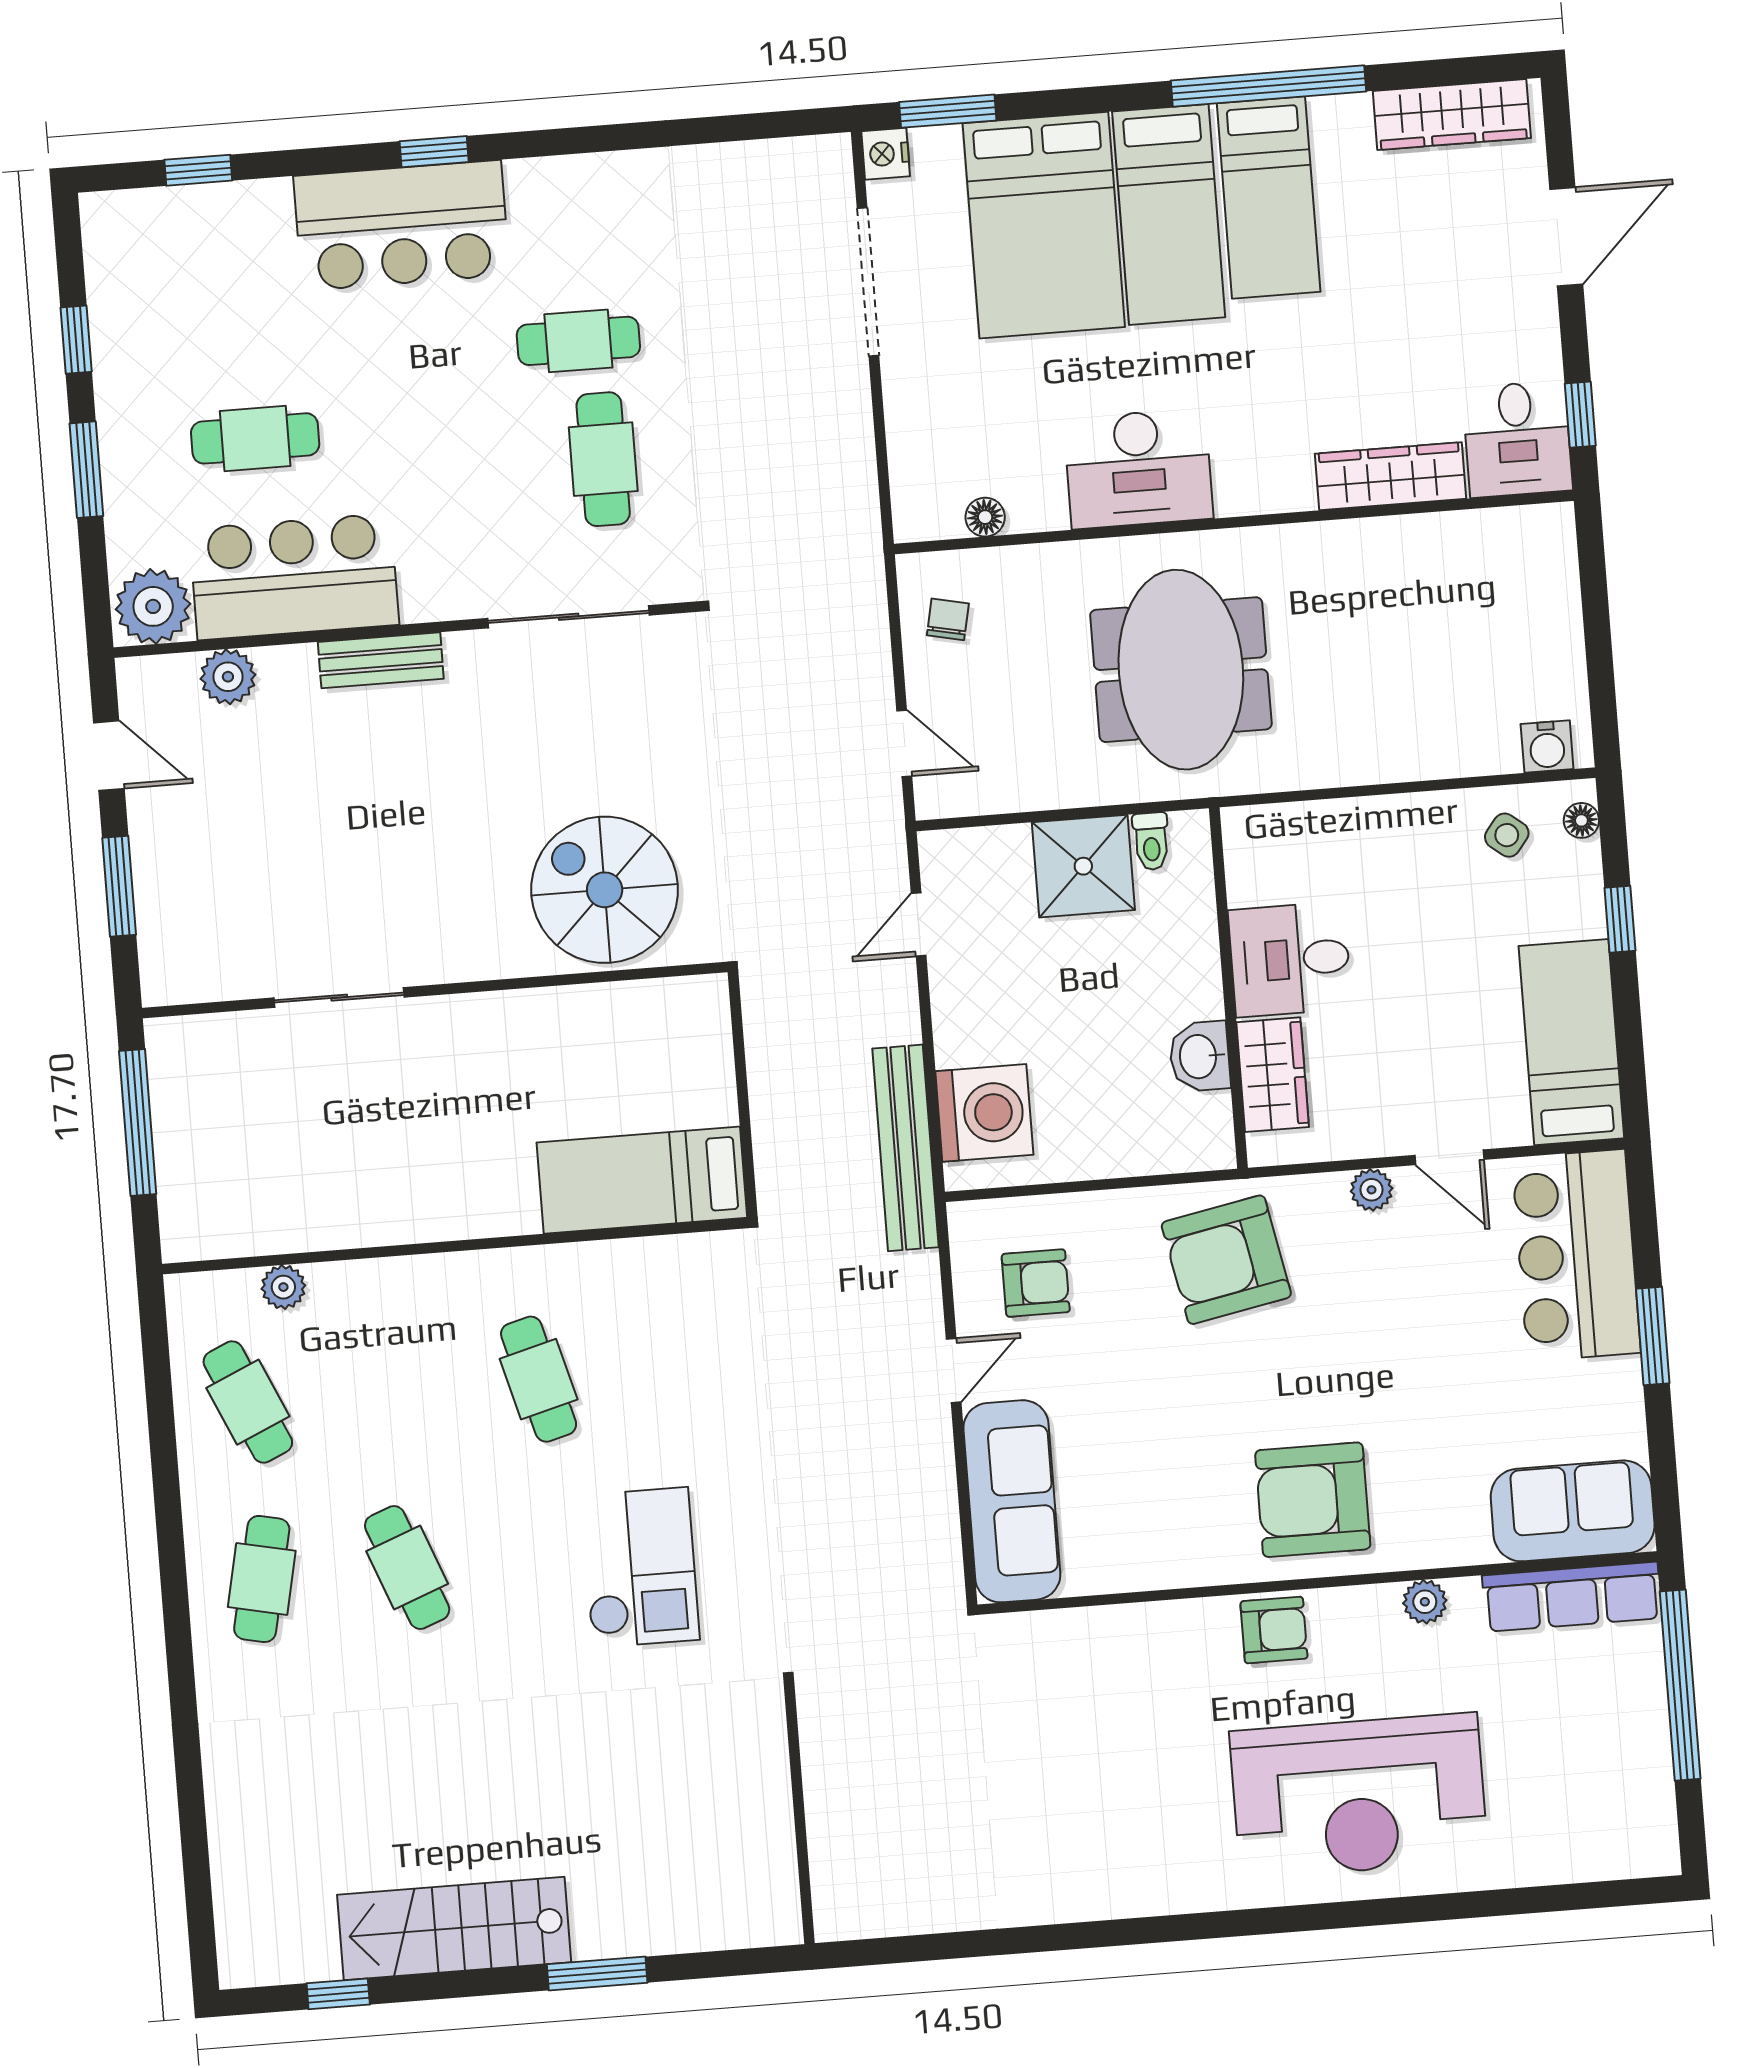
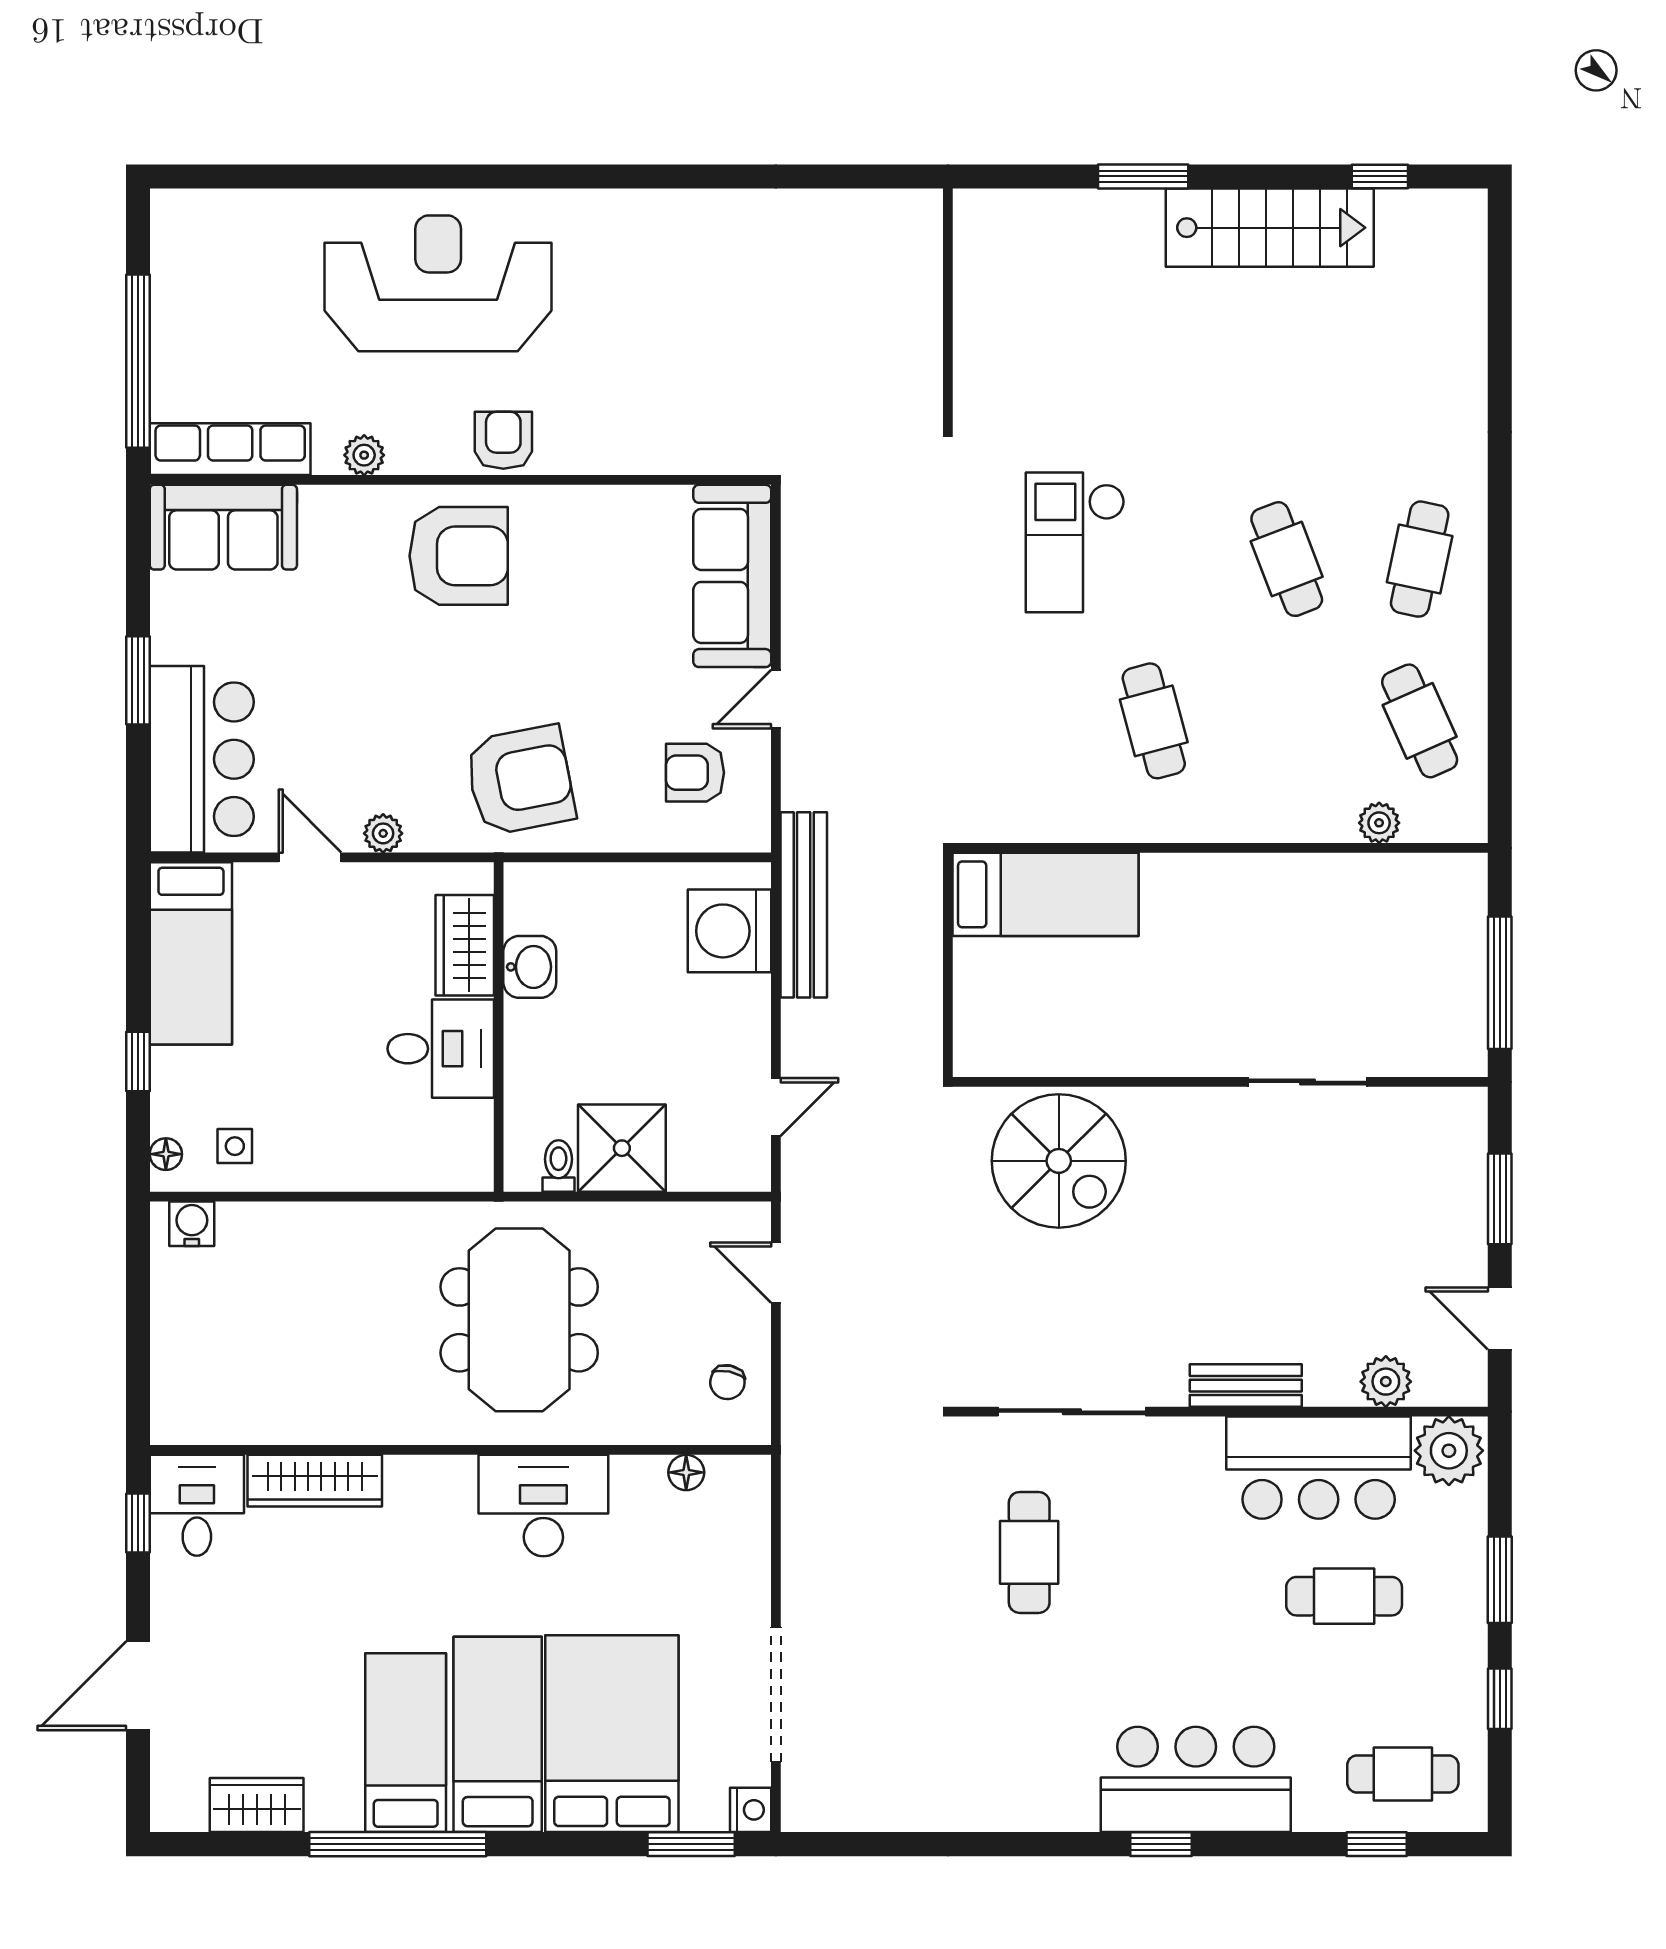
wardrobe: (1452, 115) -> (257, 1805), width x0.67
cafe table: (578, 341) -> (1403, 1774), moved
side table: (1507, 835) -> (235, 1146), turned -38
armchair: (1274, 1630) -> (503, 440), turned 90

